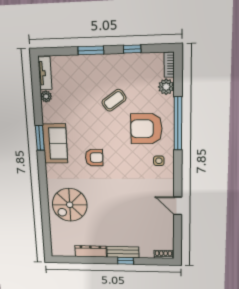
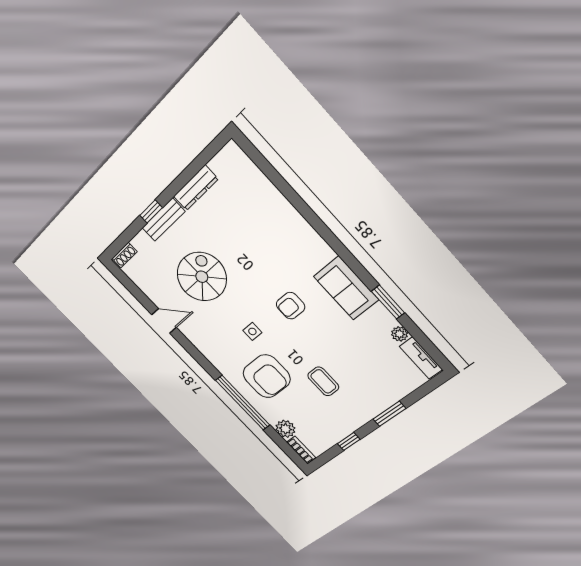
coffee table: (114, 100) -> (323, 381), turned -55
armchair: (146, 129) -> (267, 376), turned 90
window: (40, 138) -> (388, 302), moved
side table: (159, 161) -> (252, 331), moved
spiral stairs: (70, 205) -> (202, 277), moved

